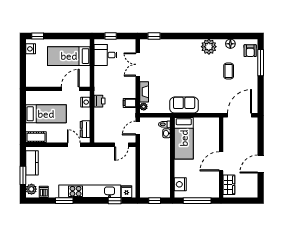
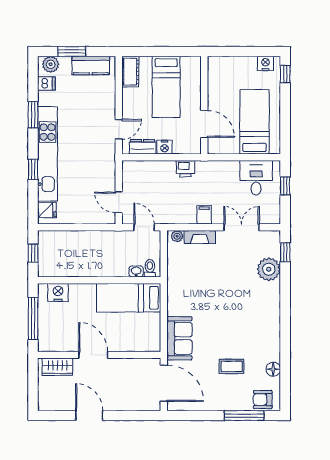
plant: (209, 47) -> (269, 269), moved
nightstand: (85, 102) -> (165, 147), moved
filing cabinet: (130, 103) -> (204, 215), moved
sofa: (184, 105) -> (179, 338), moved
window: (115, 201) -> (33, 169), moved

